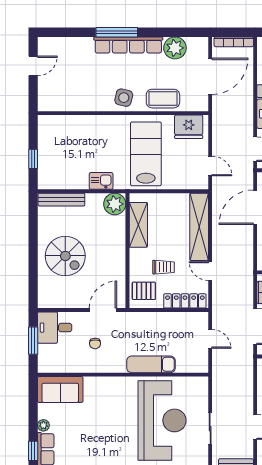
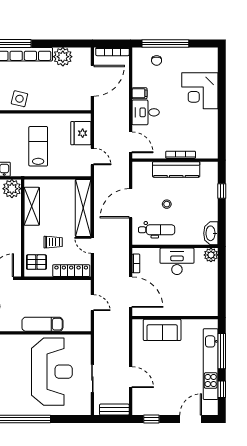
coffee table: (163, 99) -> (53, 100), removed
fridge: (189, 127) -> (81, 133), moved, turned 90
lab bench: (146, 154) -> (38, 146), width x0.73, depth x0.72
door: (255, 207) -> (131, 203), moved

